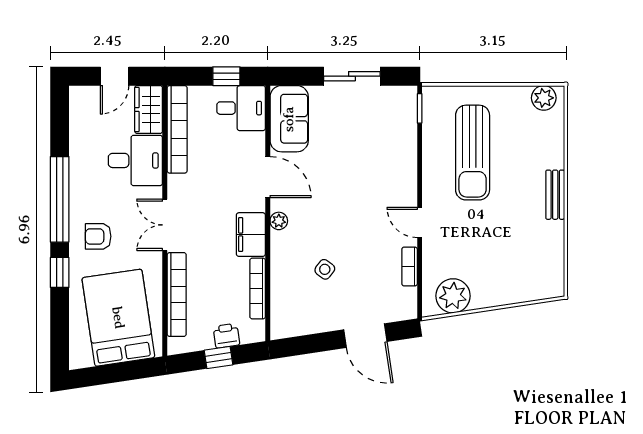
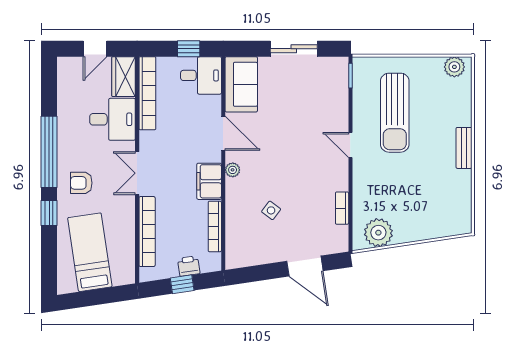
door: (420, 222) -> (350, 145), moved
bed: (118, 318) -> (90, 252), width x0.67

